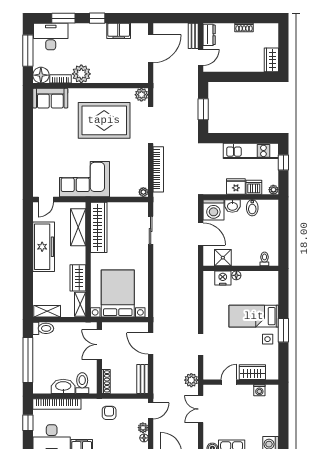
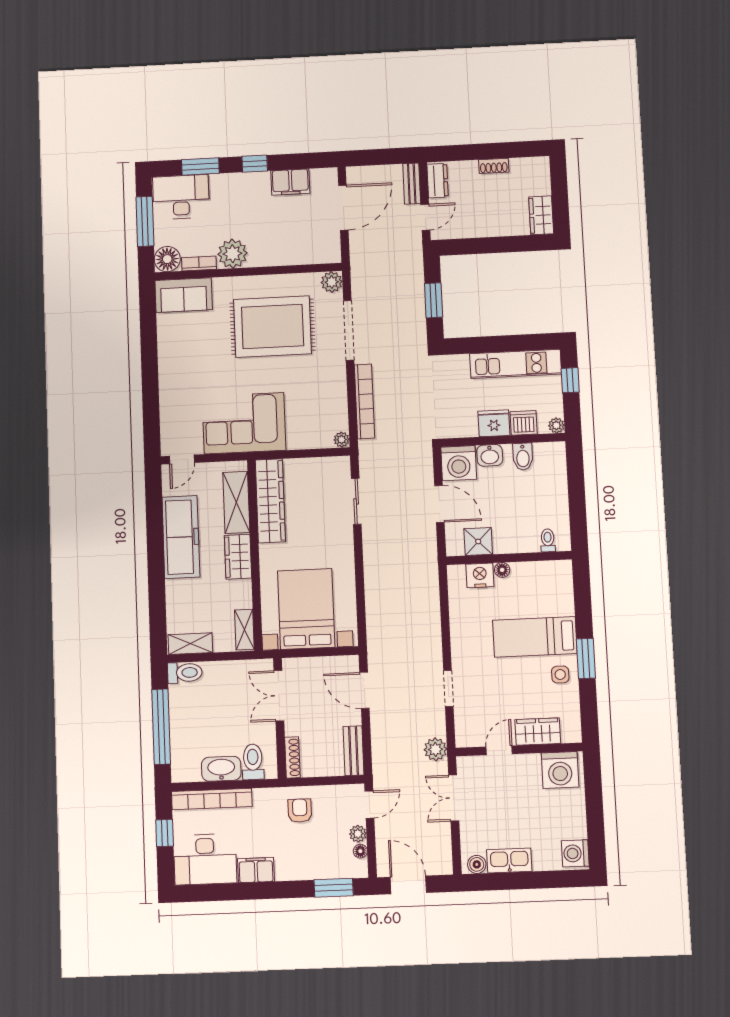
wardrobe: (78, 278) -> (238, 557), moved
washing machine: (259, 390) -> (560, 770), width x1.89, depth x1.89

